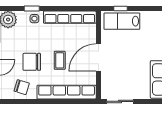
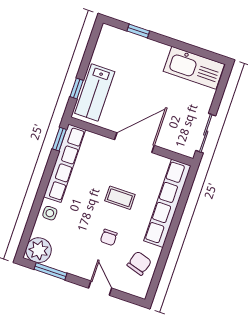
window: (32, 9) -> (59, 139), moved
door: (98, 58) -> (134, 143), swing flipped
chair: (32, 62) -> (109, 237), width x0.54, depth x0.54

